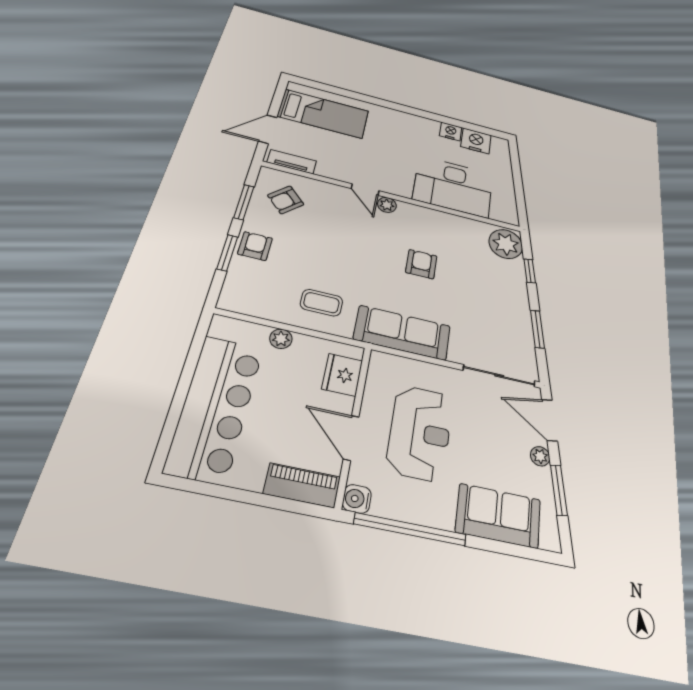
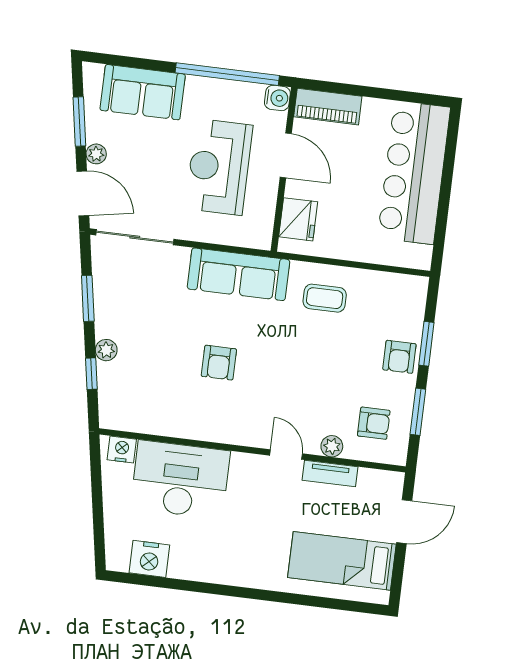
nightstand: (451, 132) -> (122, 449), moved, turned 180
tv unit: (292, 162) -> (330, 473), moved
armchair: (286, 200) -> (374, 423), turned 44
plant: (387, 205) -> (332, 446), moved
plant: (506, 244) -> (106, 350), moved, width x0.53, depth x0.53
plant: (281, 339) -> (362, 251), removed

